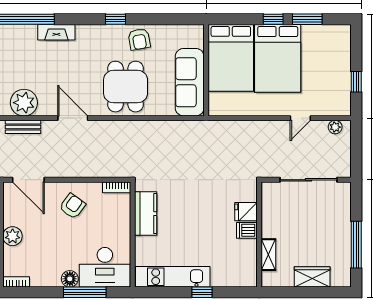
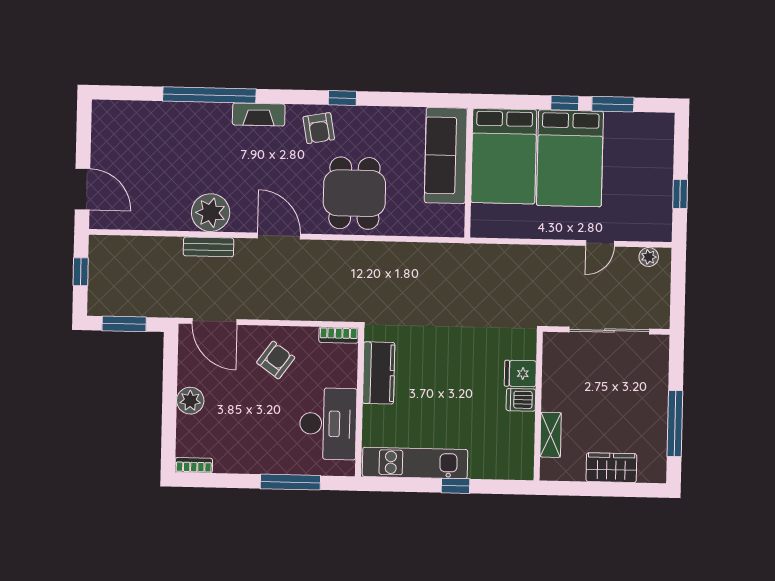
armchair: (139, 39) -> (319, 128), moved
sofa: (190, 82) -> (446, 155), moved
desk: (105, 267) -> (328, 424), moved, turned -90
floor lamp: (70, 279) -> (270, 463), removed

